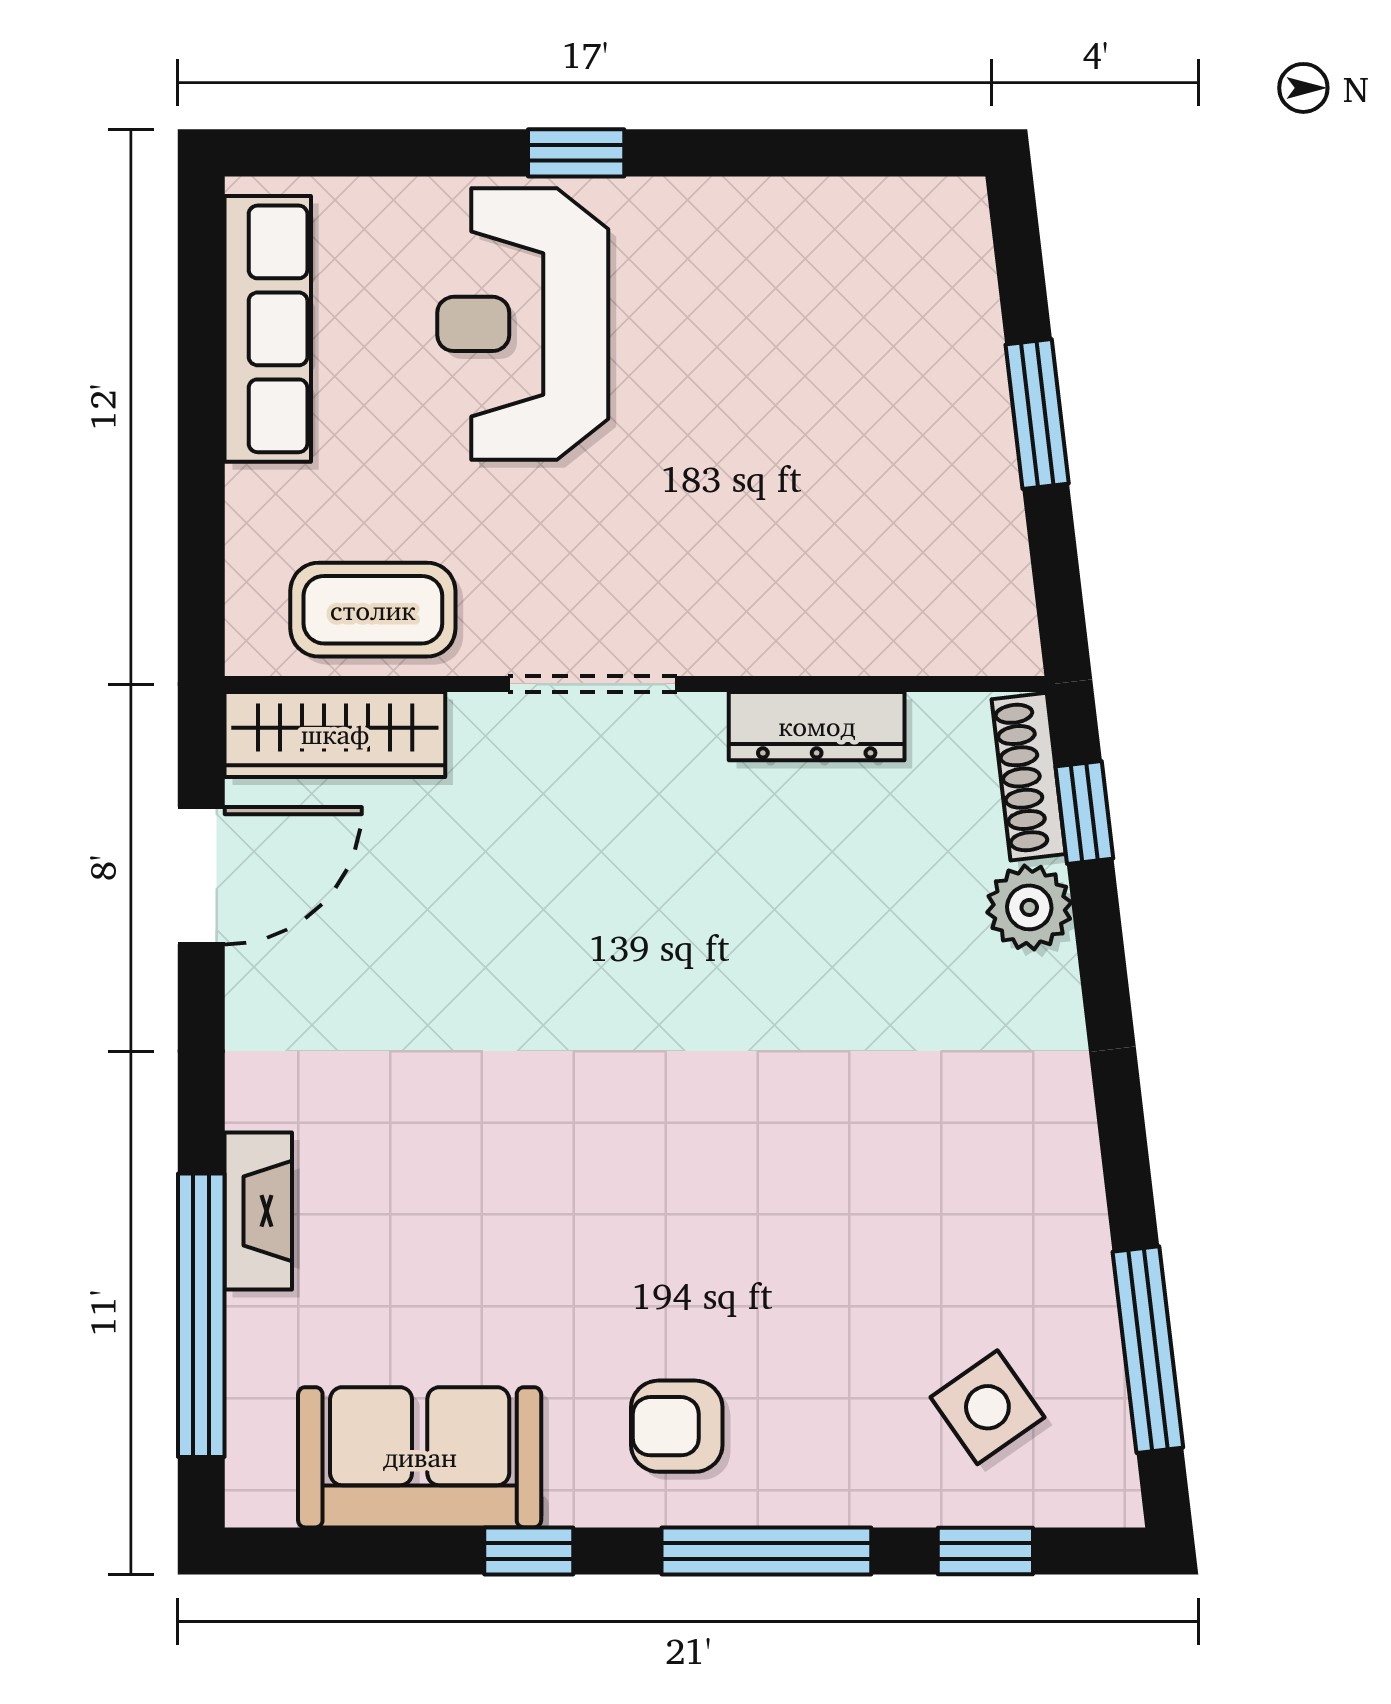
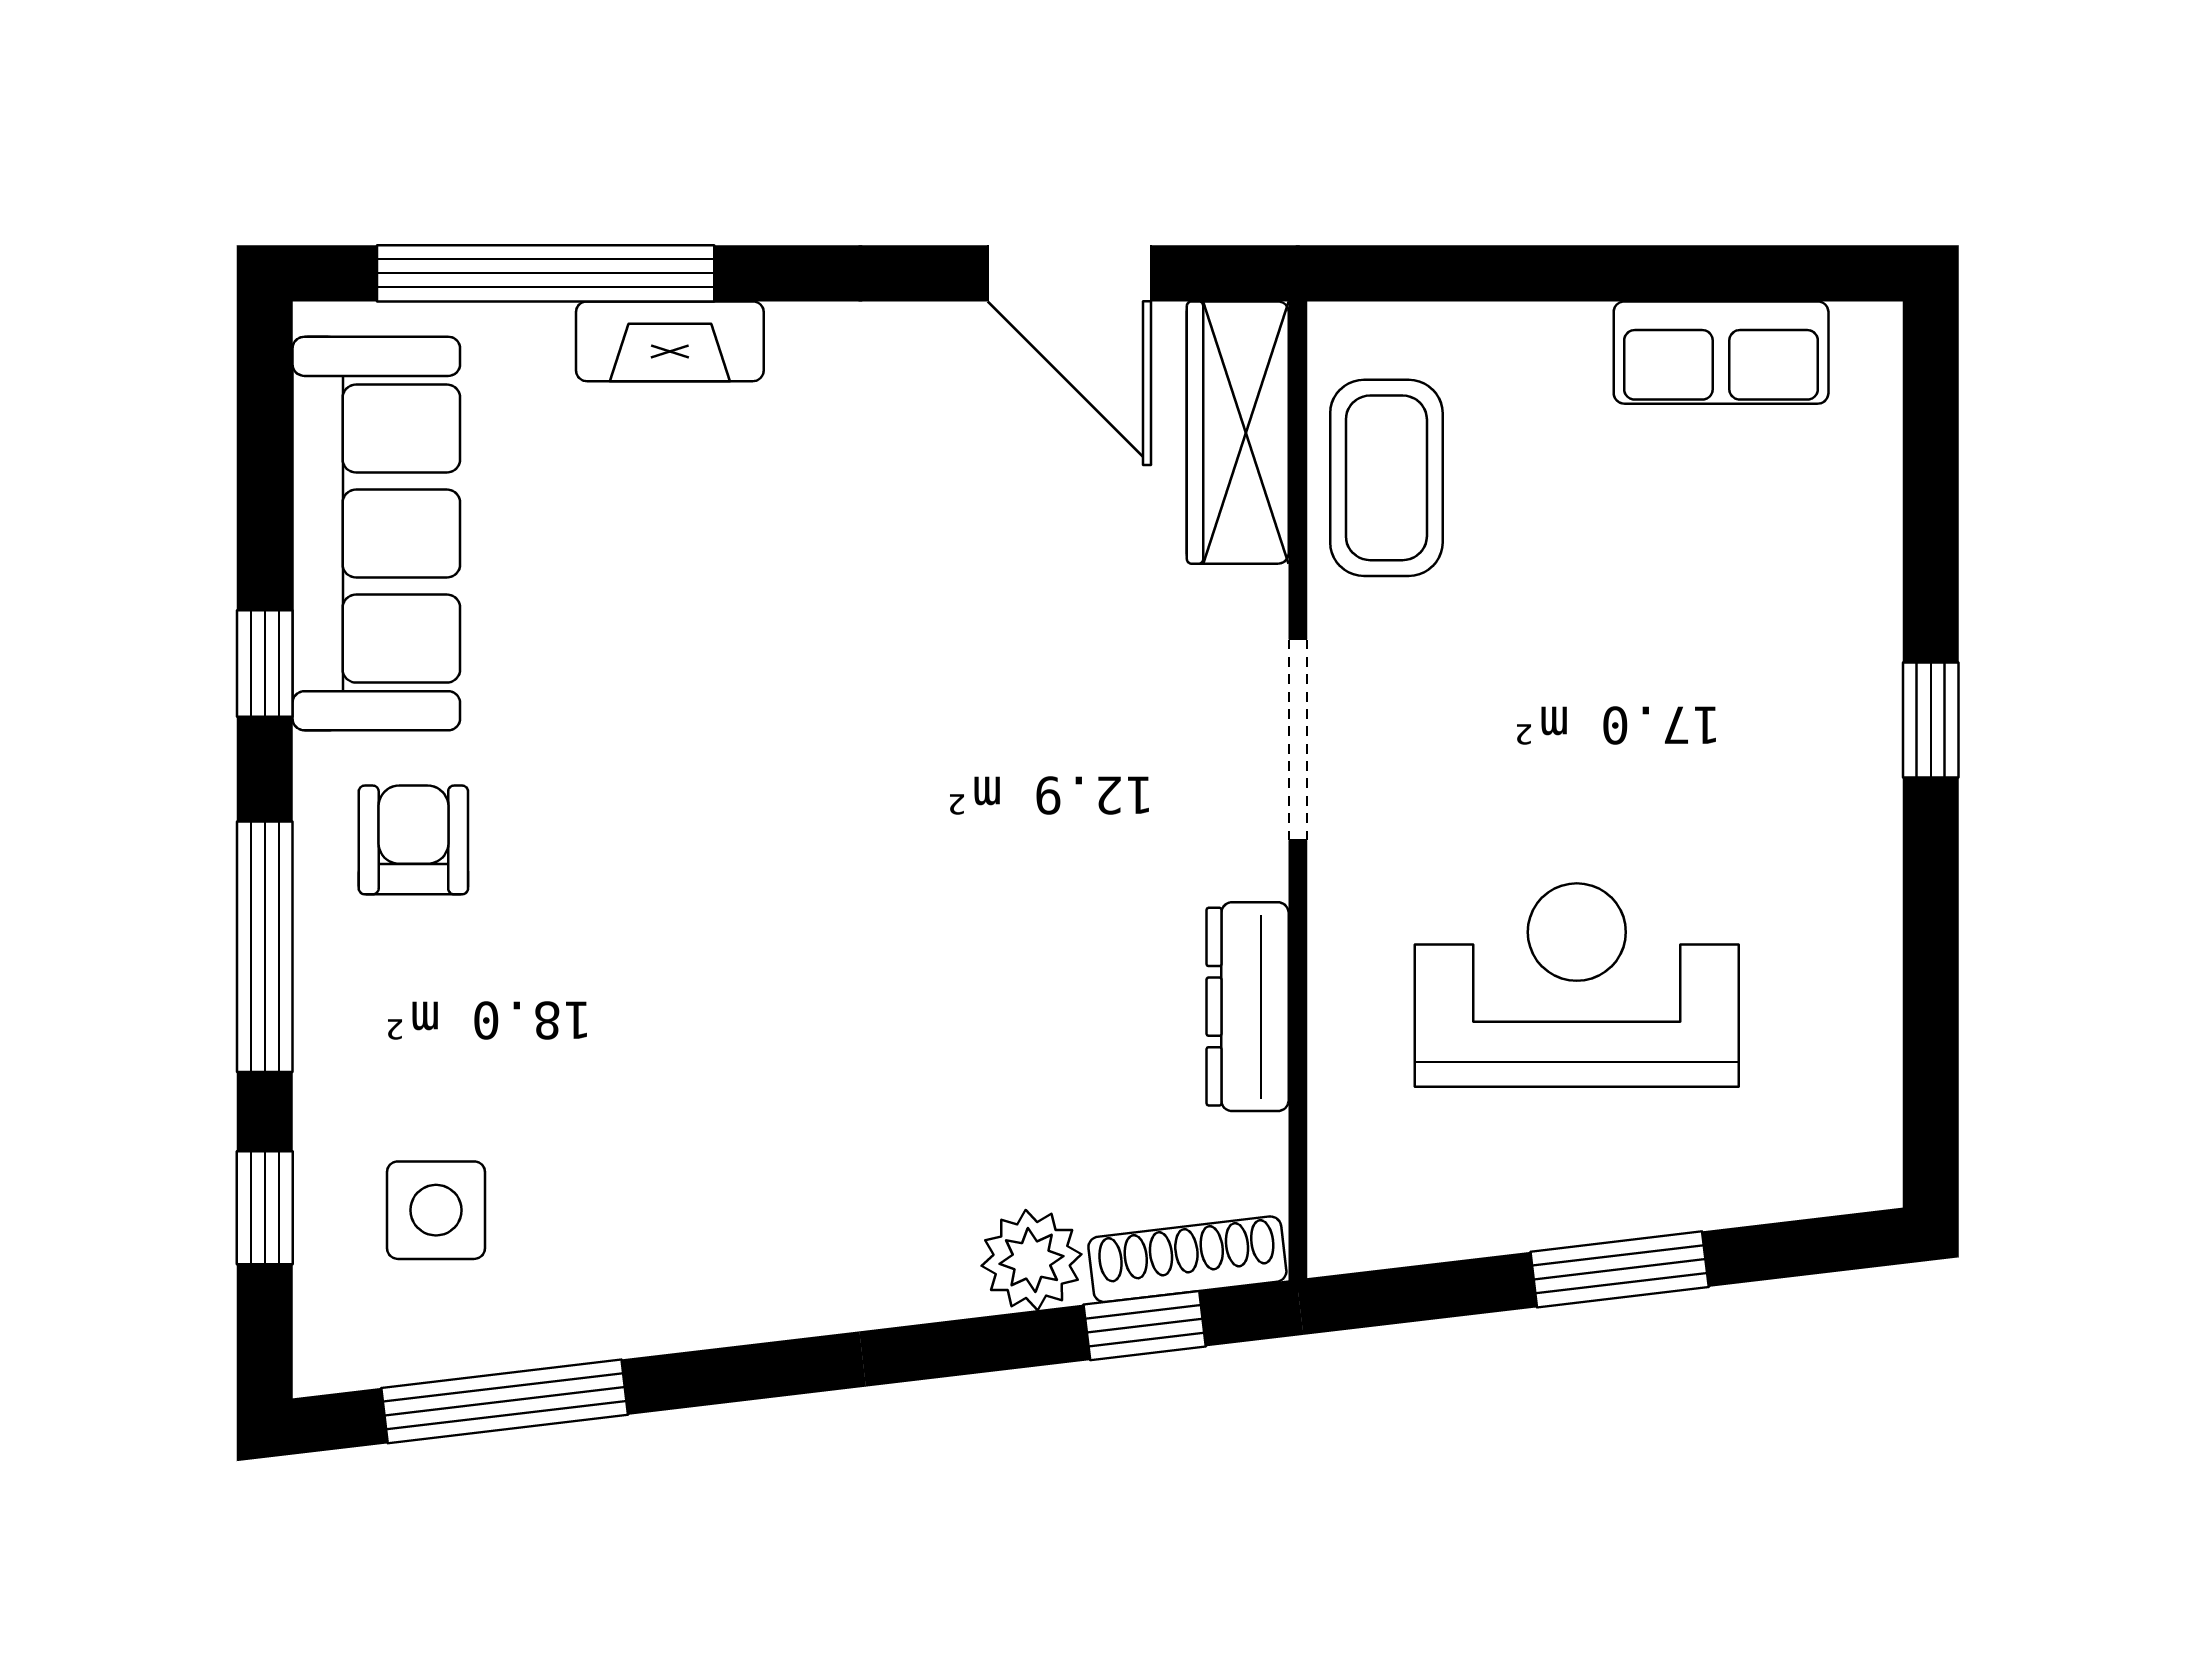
reception desk: (523, 324) -> (1577, 985), moved
row of seats: (268, 329) -> (1721, 353), width x0.68
side table: (987, 1407) -> (436, 1210), turned 35
sofa: (420, 1457) -> (376, 534), width x1.36

